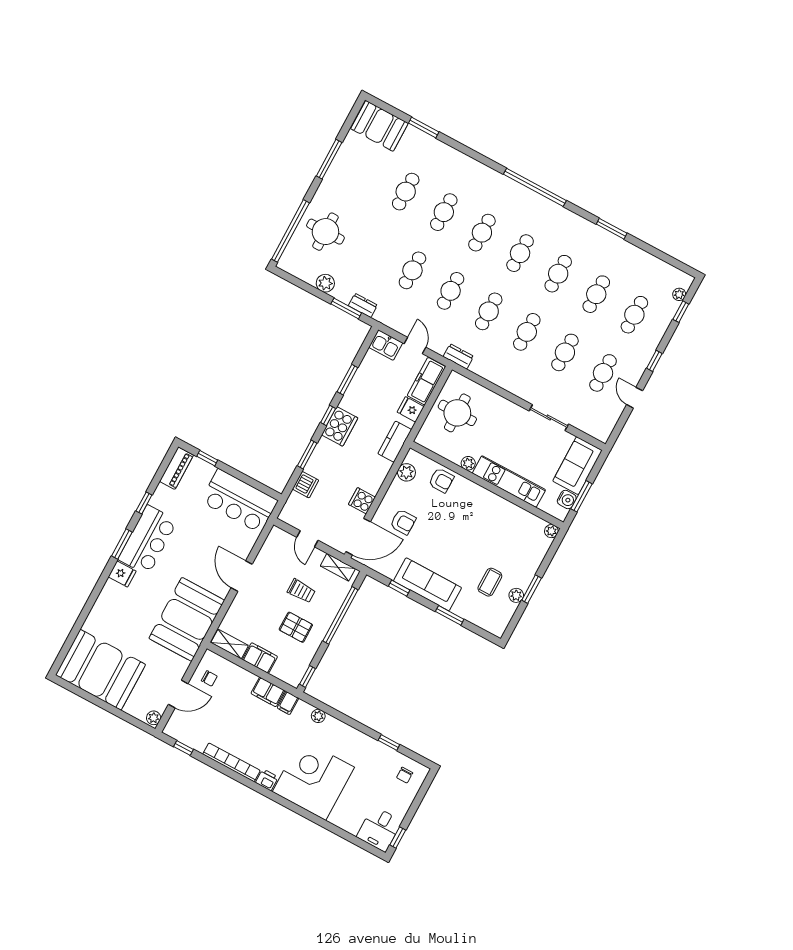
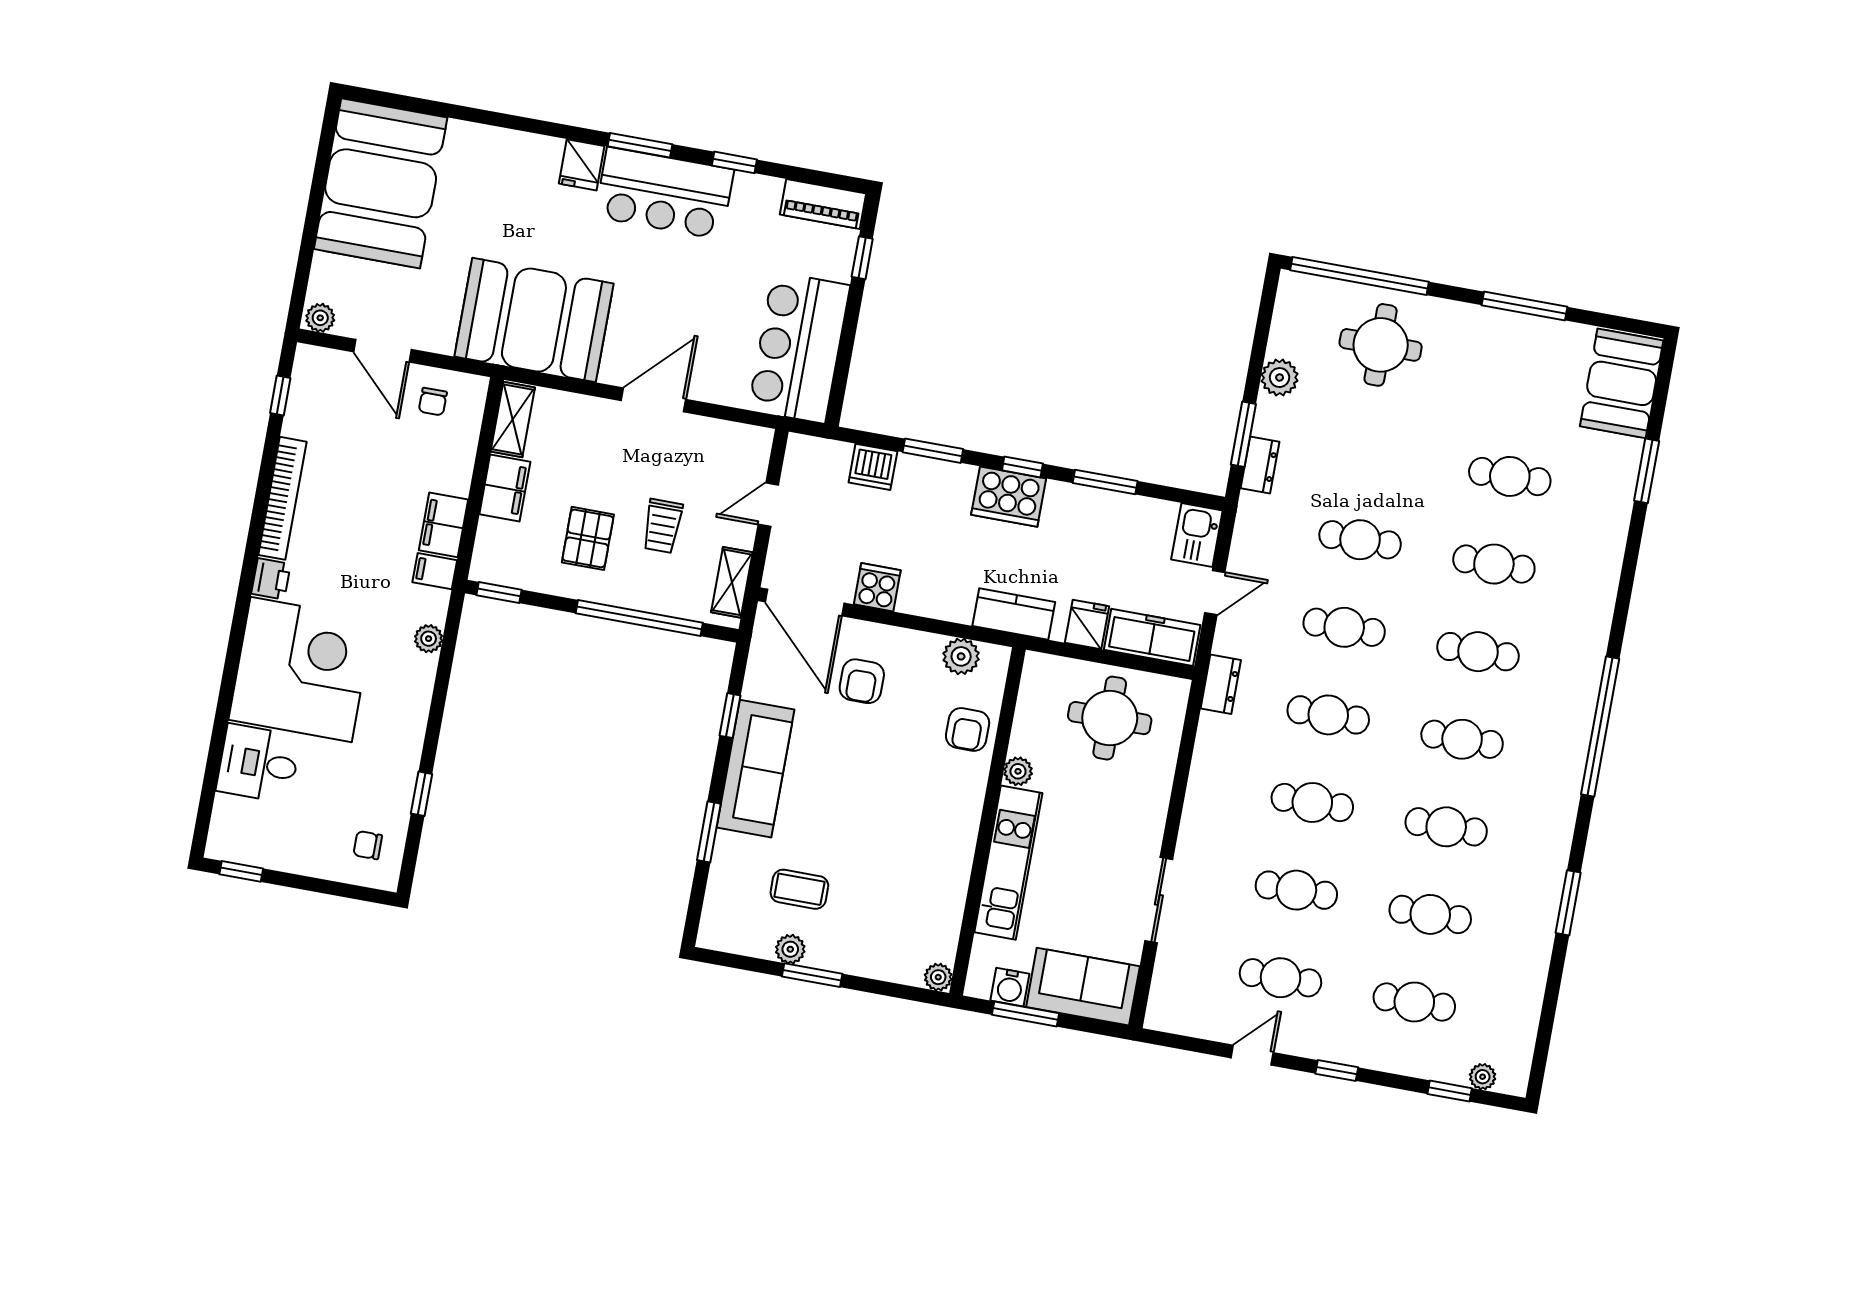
desk: (379, 829) -> (258, 763), moved

